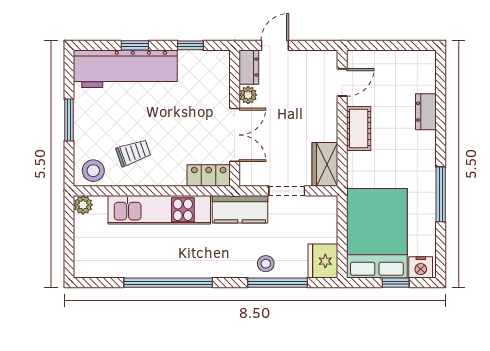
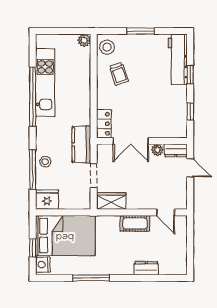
workbench: (125, 69) -> (178, 59), width x0.73, depth x0.76
kitchen unit: (159, 210) -> (45, 83), moved, turned 180

